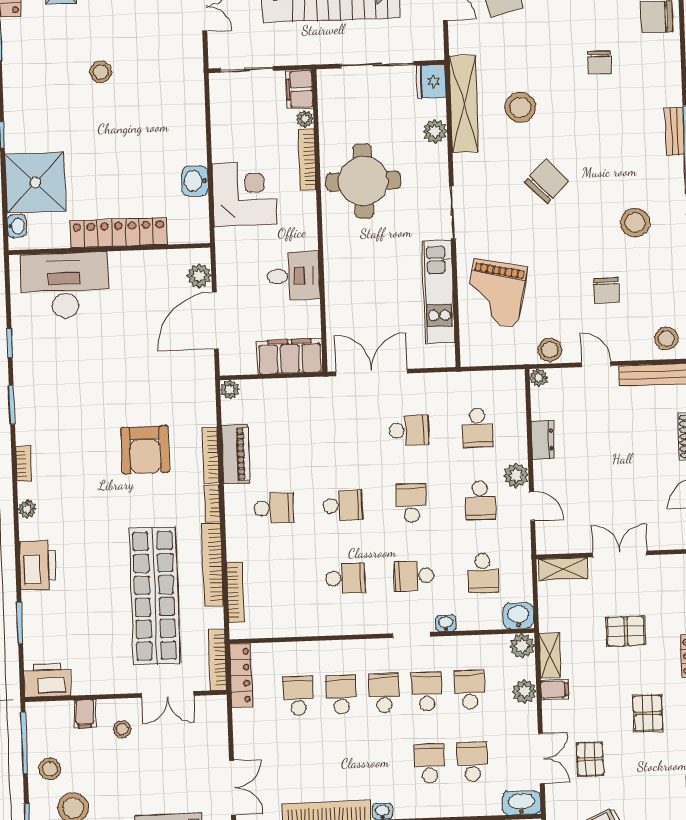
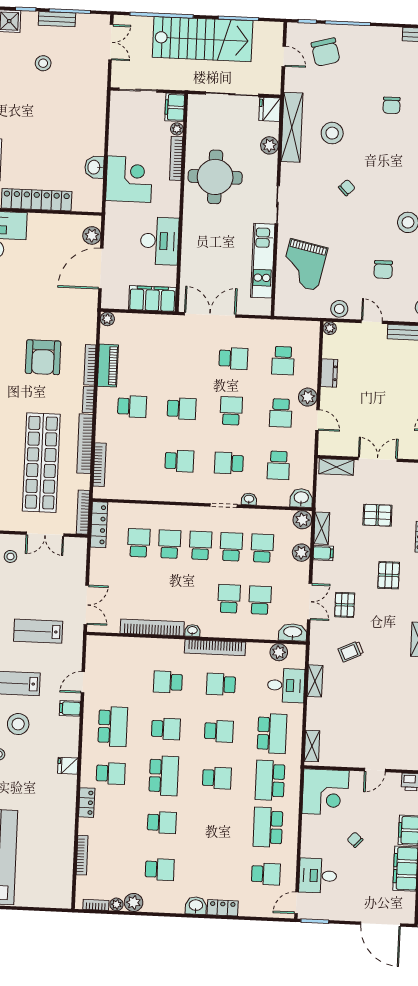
stool: (101, 72) -> (43, 63), moved
chair: (547, 181) -> (347, 188), width x0.54, depth x0.54
desk: (293, 276) -> (160, 241), width x1.37

